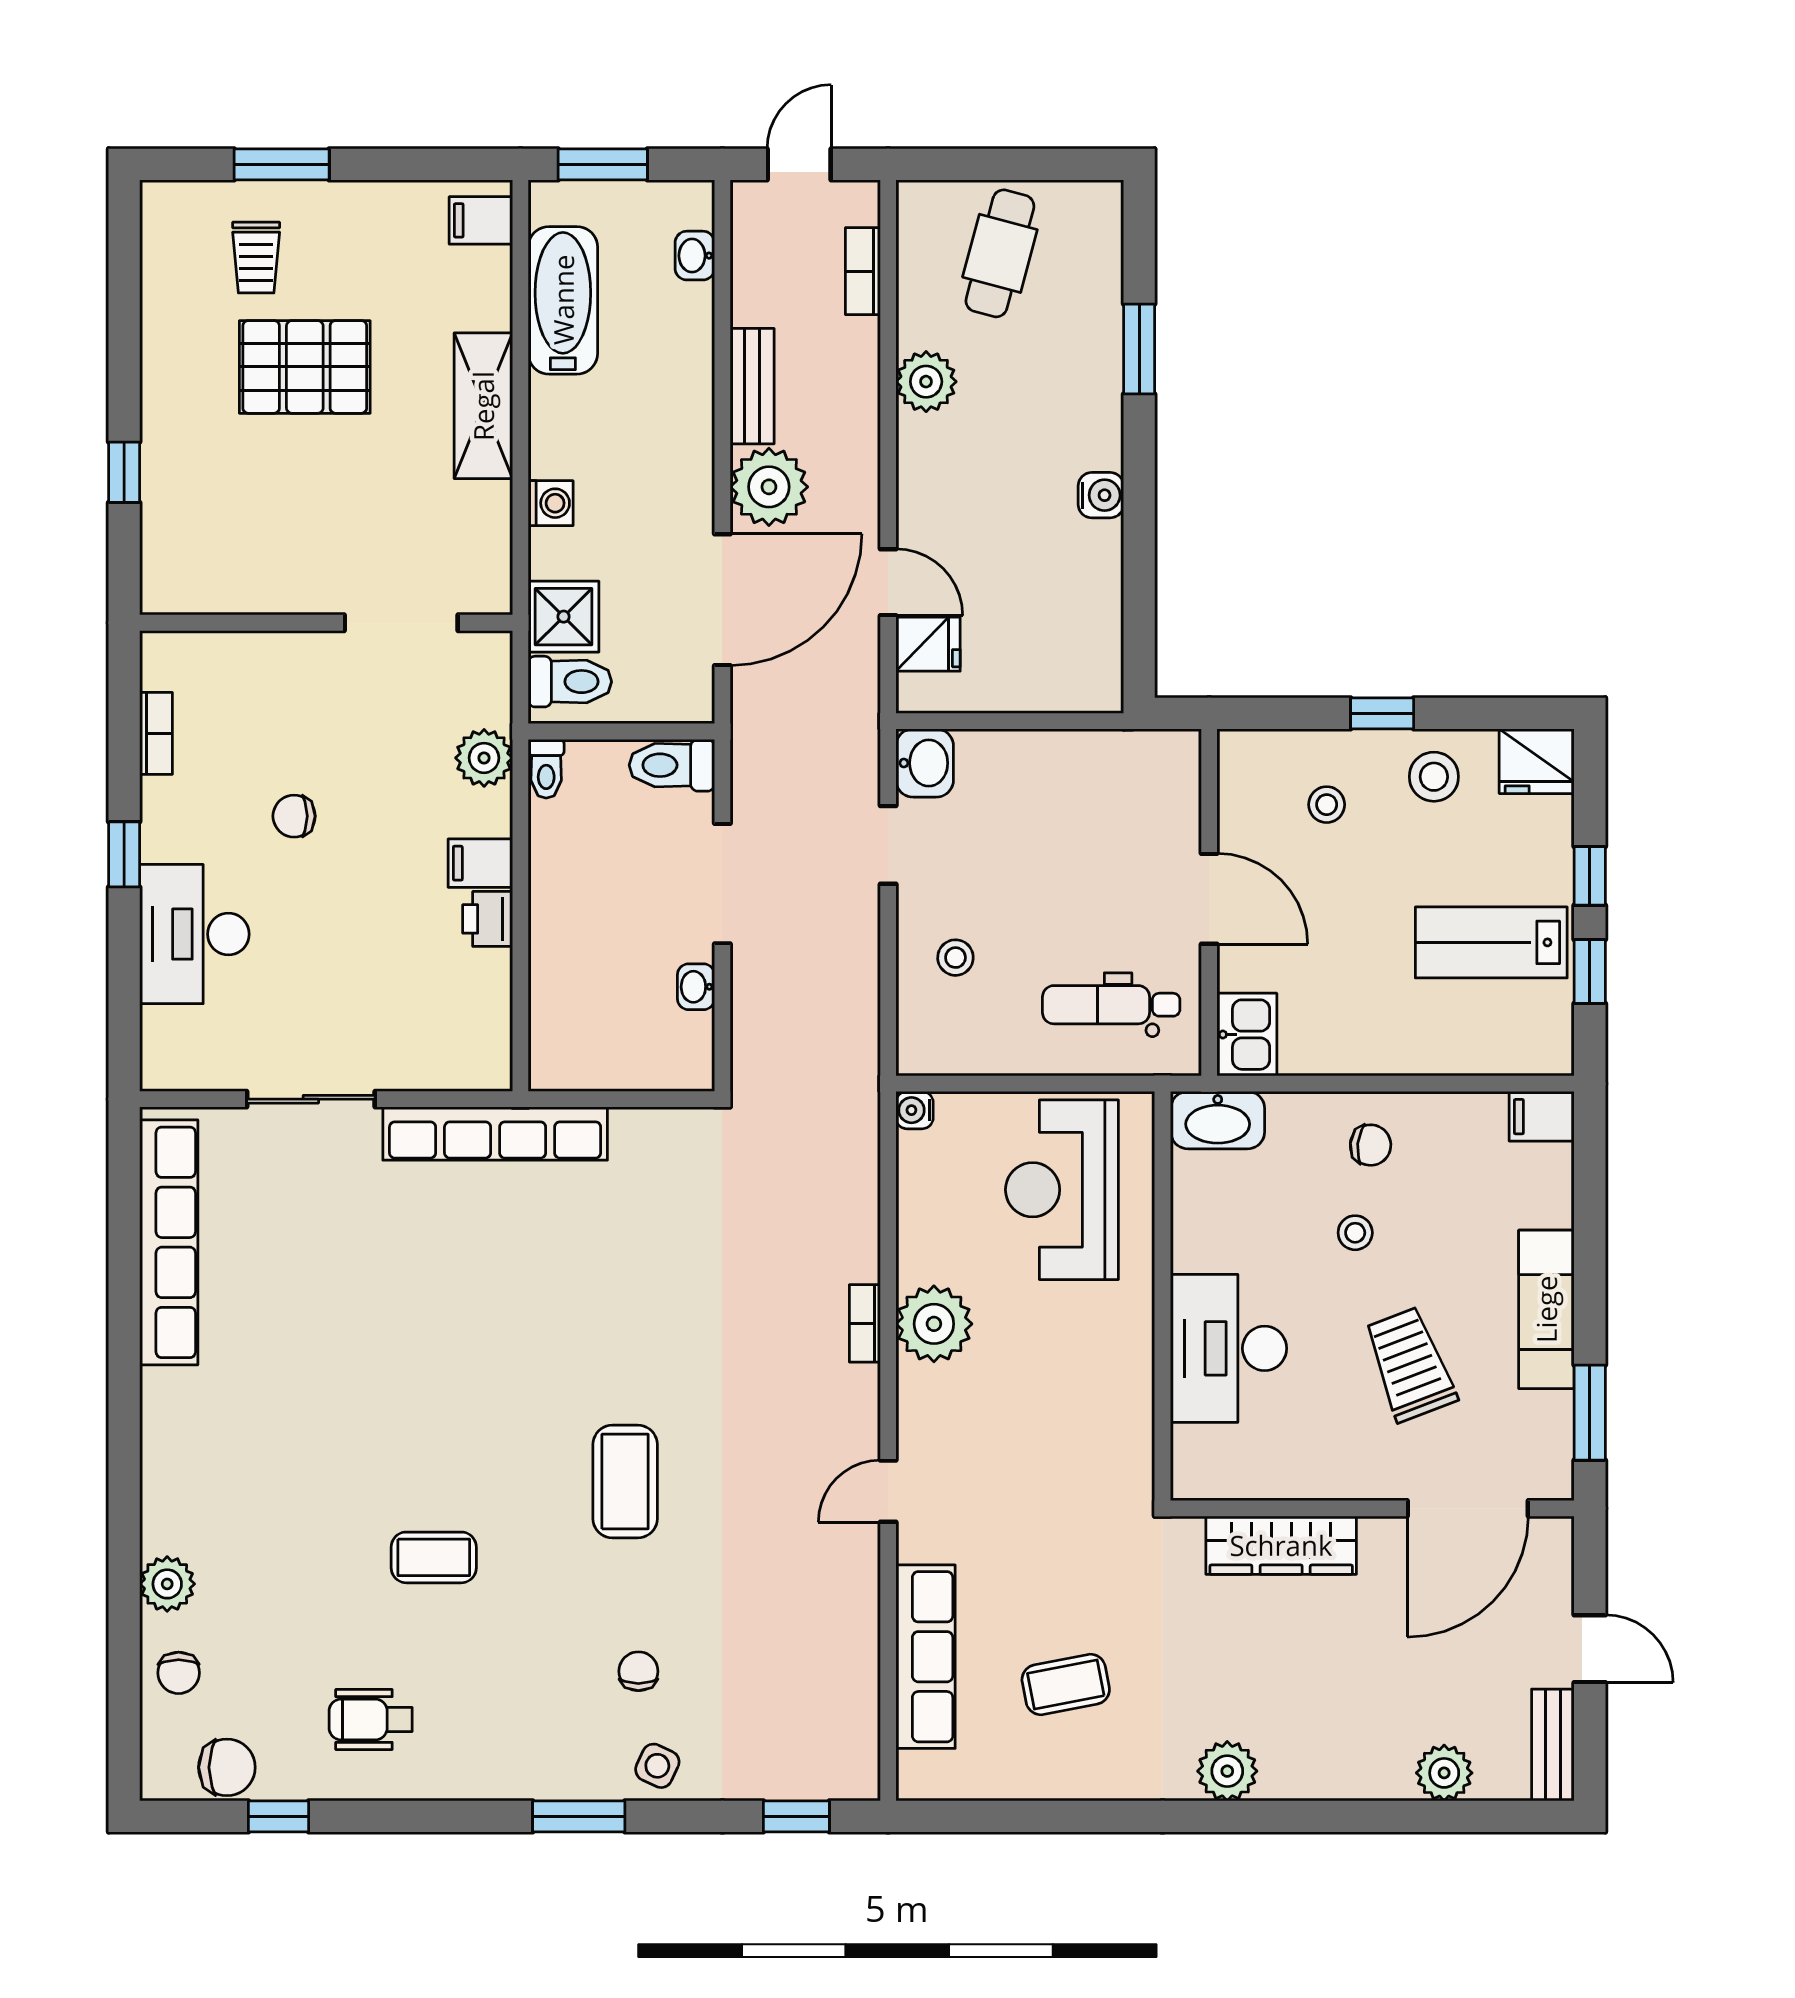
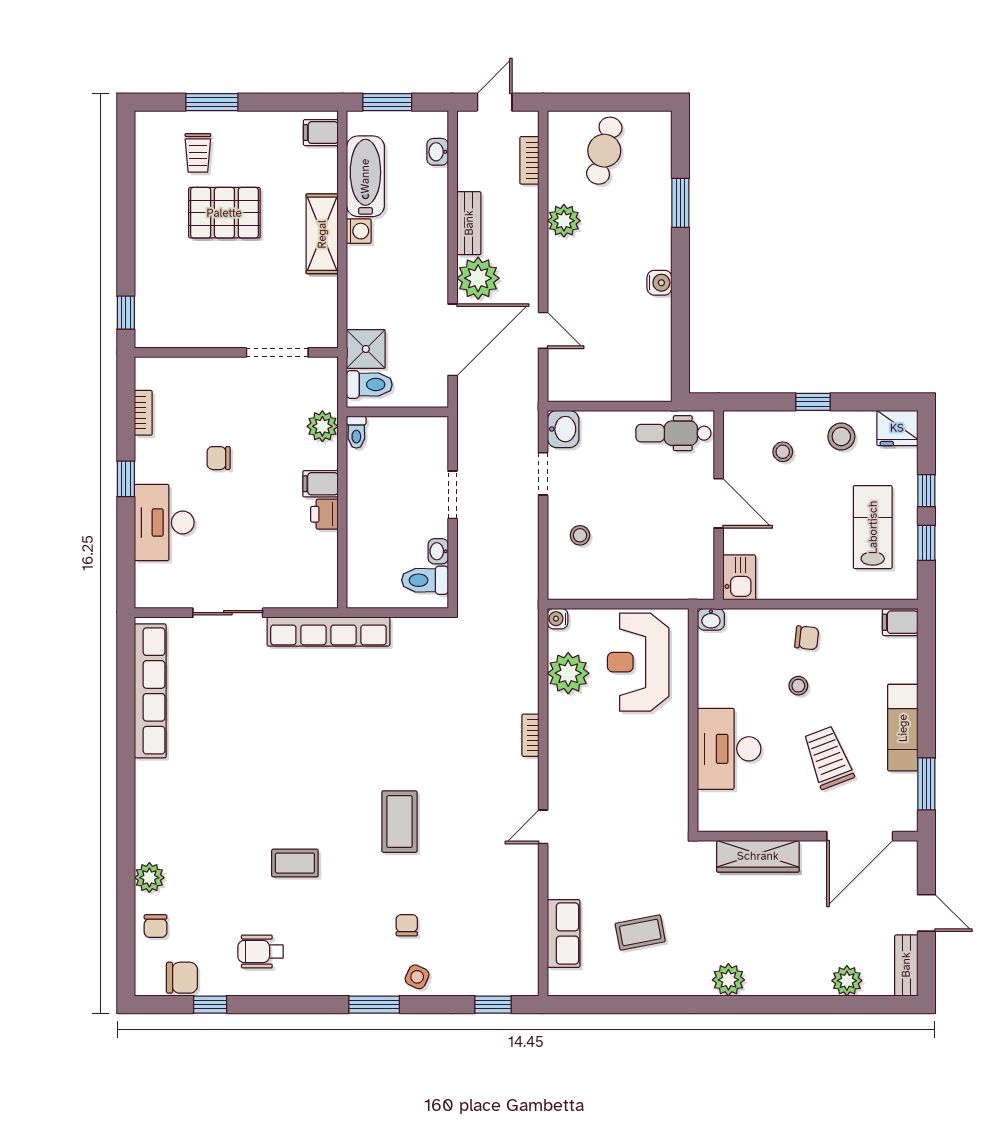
window: (124, 472) -> (126, 313), moved
washing machine: (551, 503) -> (359, 231), moved
fridge: (928, 644) -> (565, 364), removed
toilet: (672, 765) -> (425, 580), moved
doorway: (722, 884) -> (453, 495), width x0.73
lab bench: (1491, 942) -> (873, 527), turned 90
dental chair: (1111, 1005) -> (673, 433), moved
washbasin: (1218, 1120) -> (711, 619), width x0.52, depth x0.69
plant: (934, 1324) -> (568, 673), moved
row of seats: (925, 1657) -> (564, 933), width x0.68

